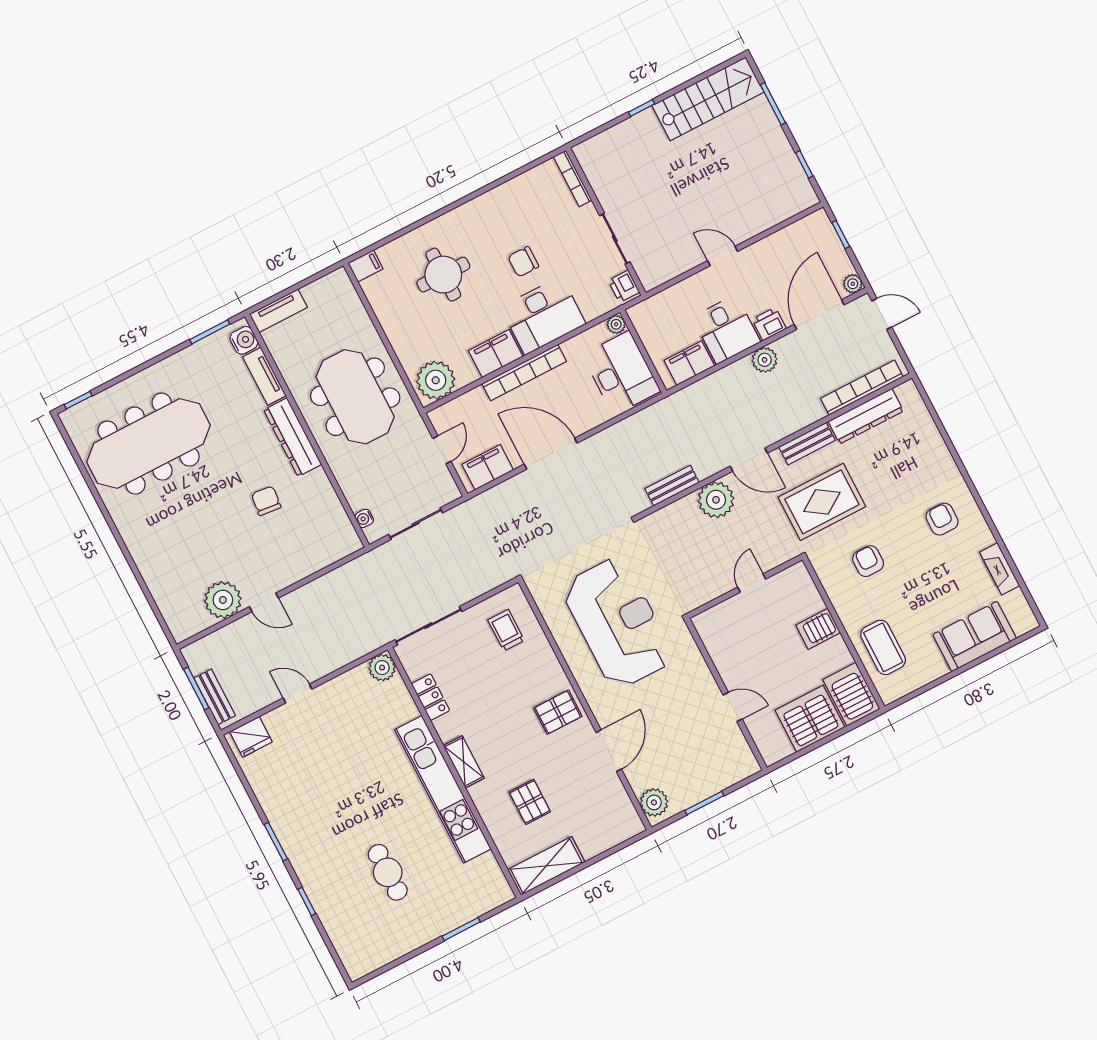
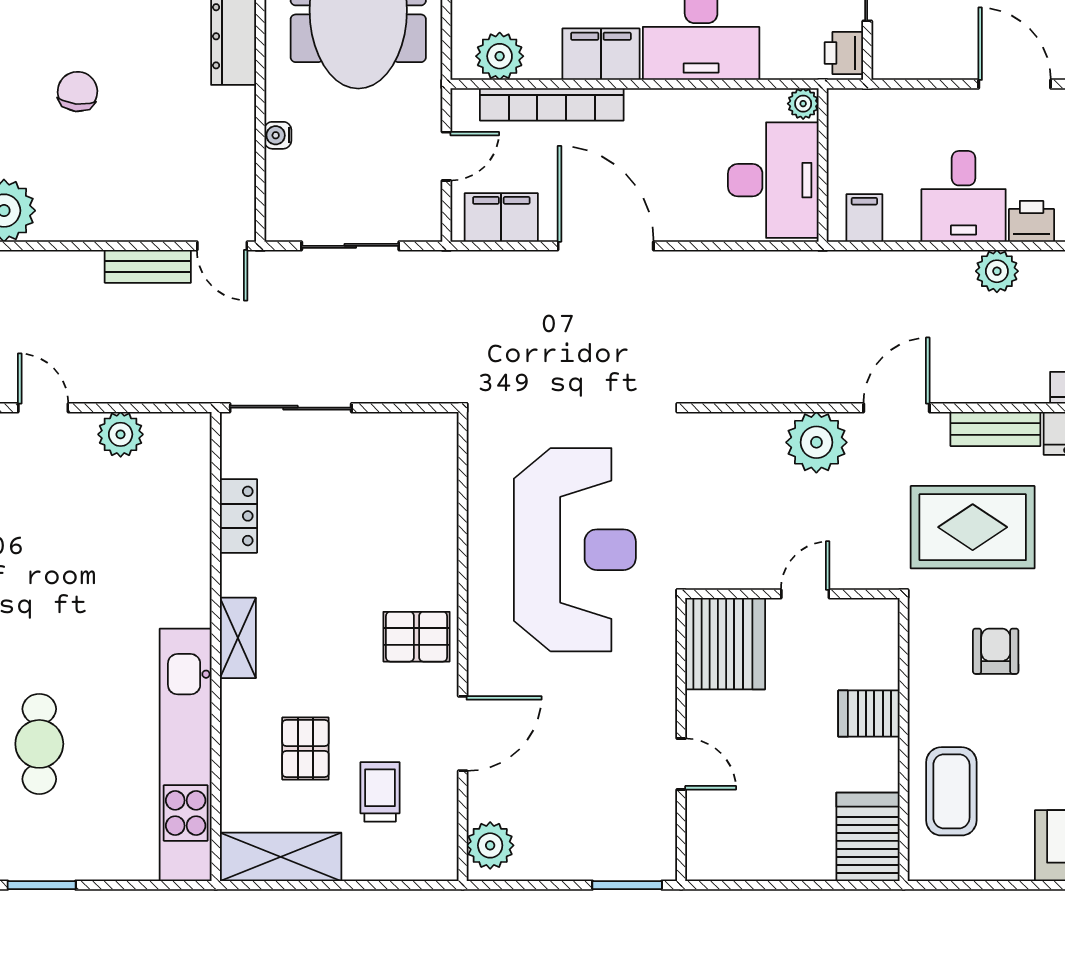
door: (723, 256) -> (1015, 84), width x1.38
filing cabinet: (689, 363) -> (864, 218), width x0.50
bookcase: (524, 373) -> (552, 104), moved
plant: (436, 380) -> (500, 56), width x0.73, depth x0.73
door: (749, 460) -> (896, 408), swing flipped
bench: (672, 486) -> (148, 266), moved
chair: (266, 501) -> (77, 92), moved
water cooler: (364, 518) -> (278, 135), moved
door: (264, 602) -> (222, 246), moved
trolley: (506, 630) -> (380, 792), moved
plant: (382, 668) -> (121, 434), moved
server rack: (810, 719) -> (725, 644), moved, turned 90
kitchen unit: (443, 789) -> (186, 755), moved
window: (704, 803) -> (627, 885), moved
window: (461, 929) -> (42, 885), moved

